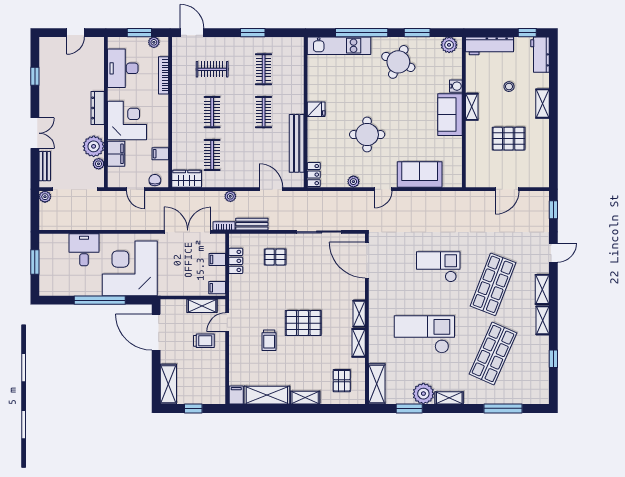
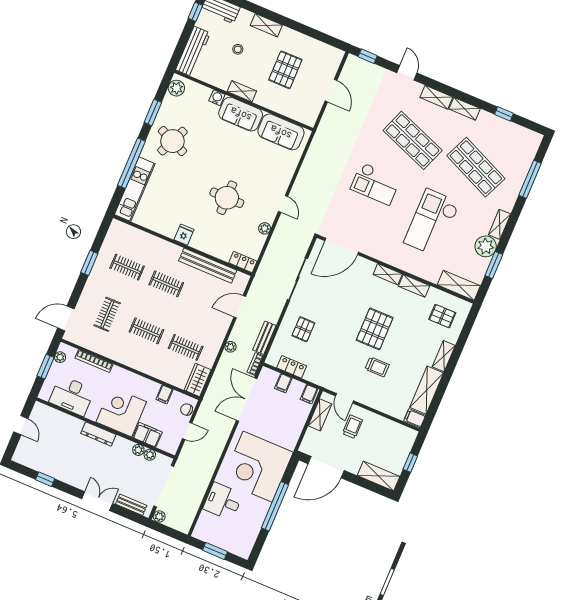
plant: (94, 146) -> (138, 450), width x0.53, depth x0.53
sofa: (420, 175) -> (281, 132), moved, turned -90
checkout: (438, 267) -> (375, 184), turned -90

